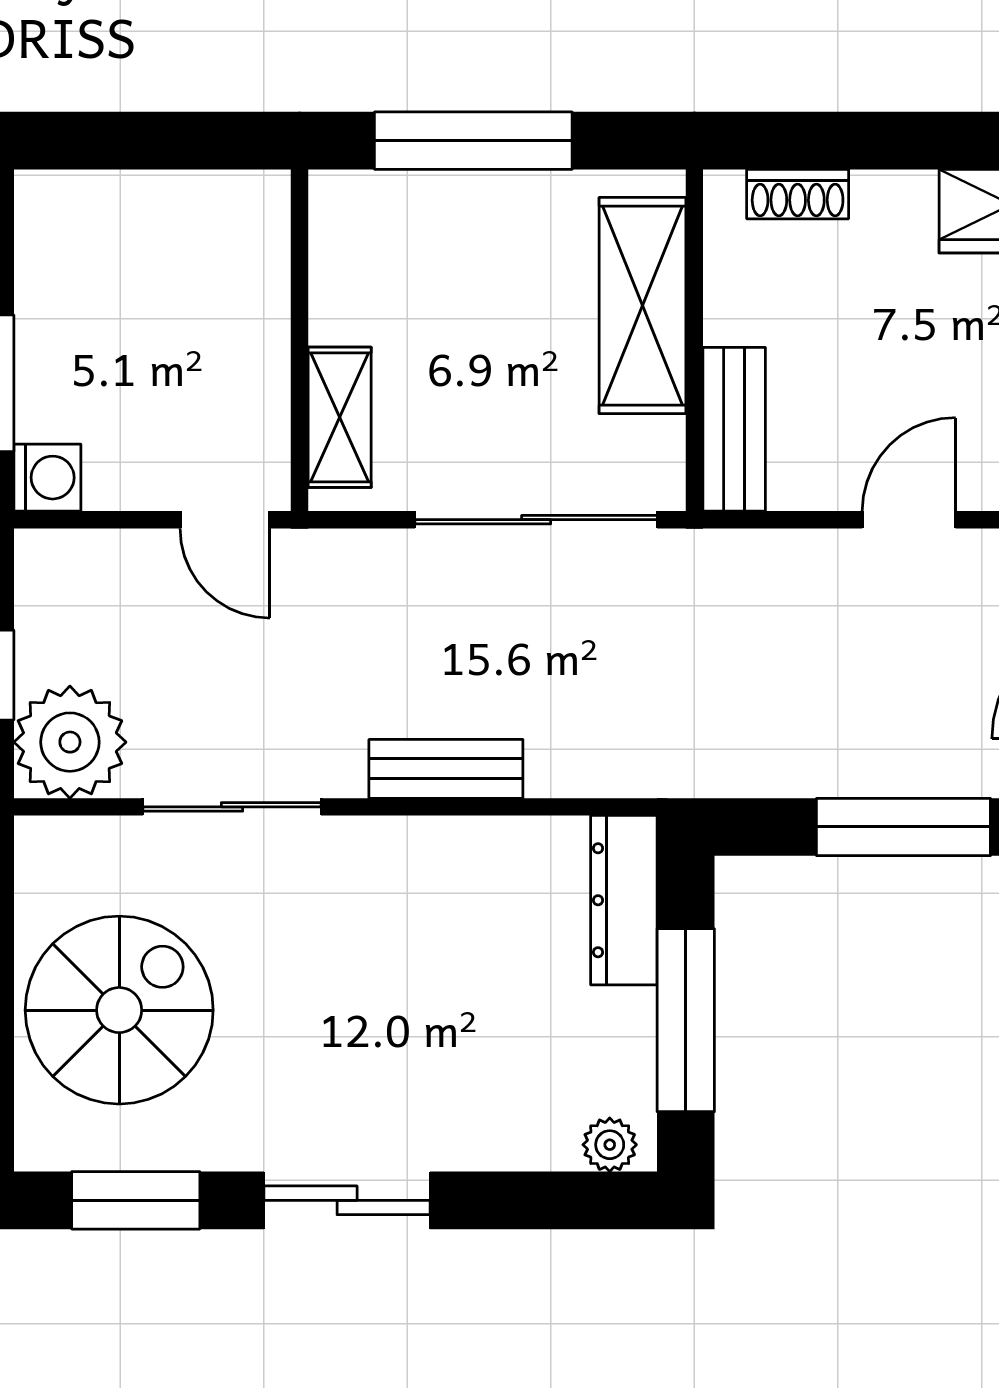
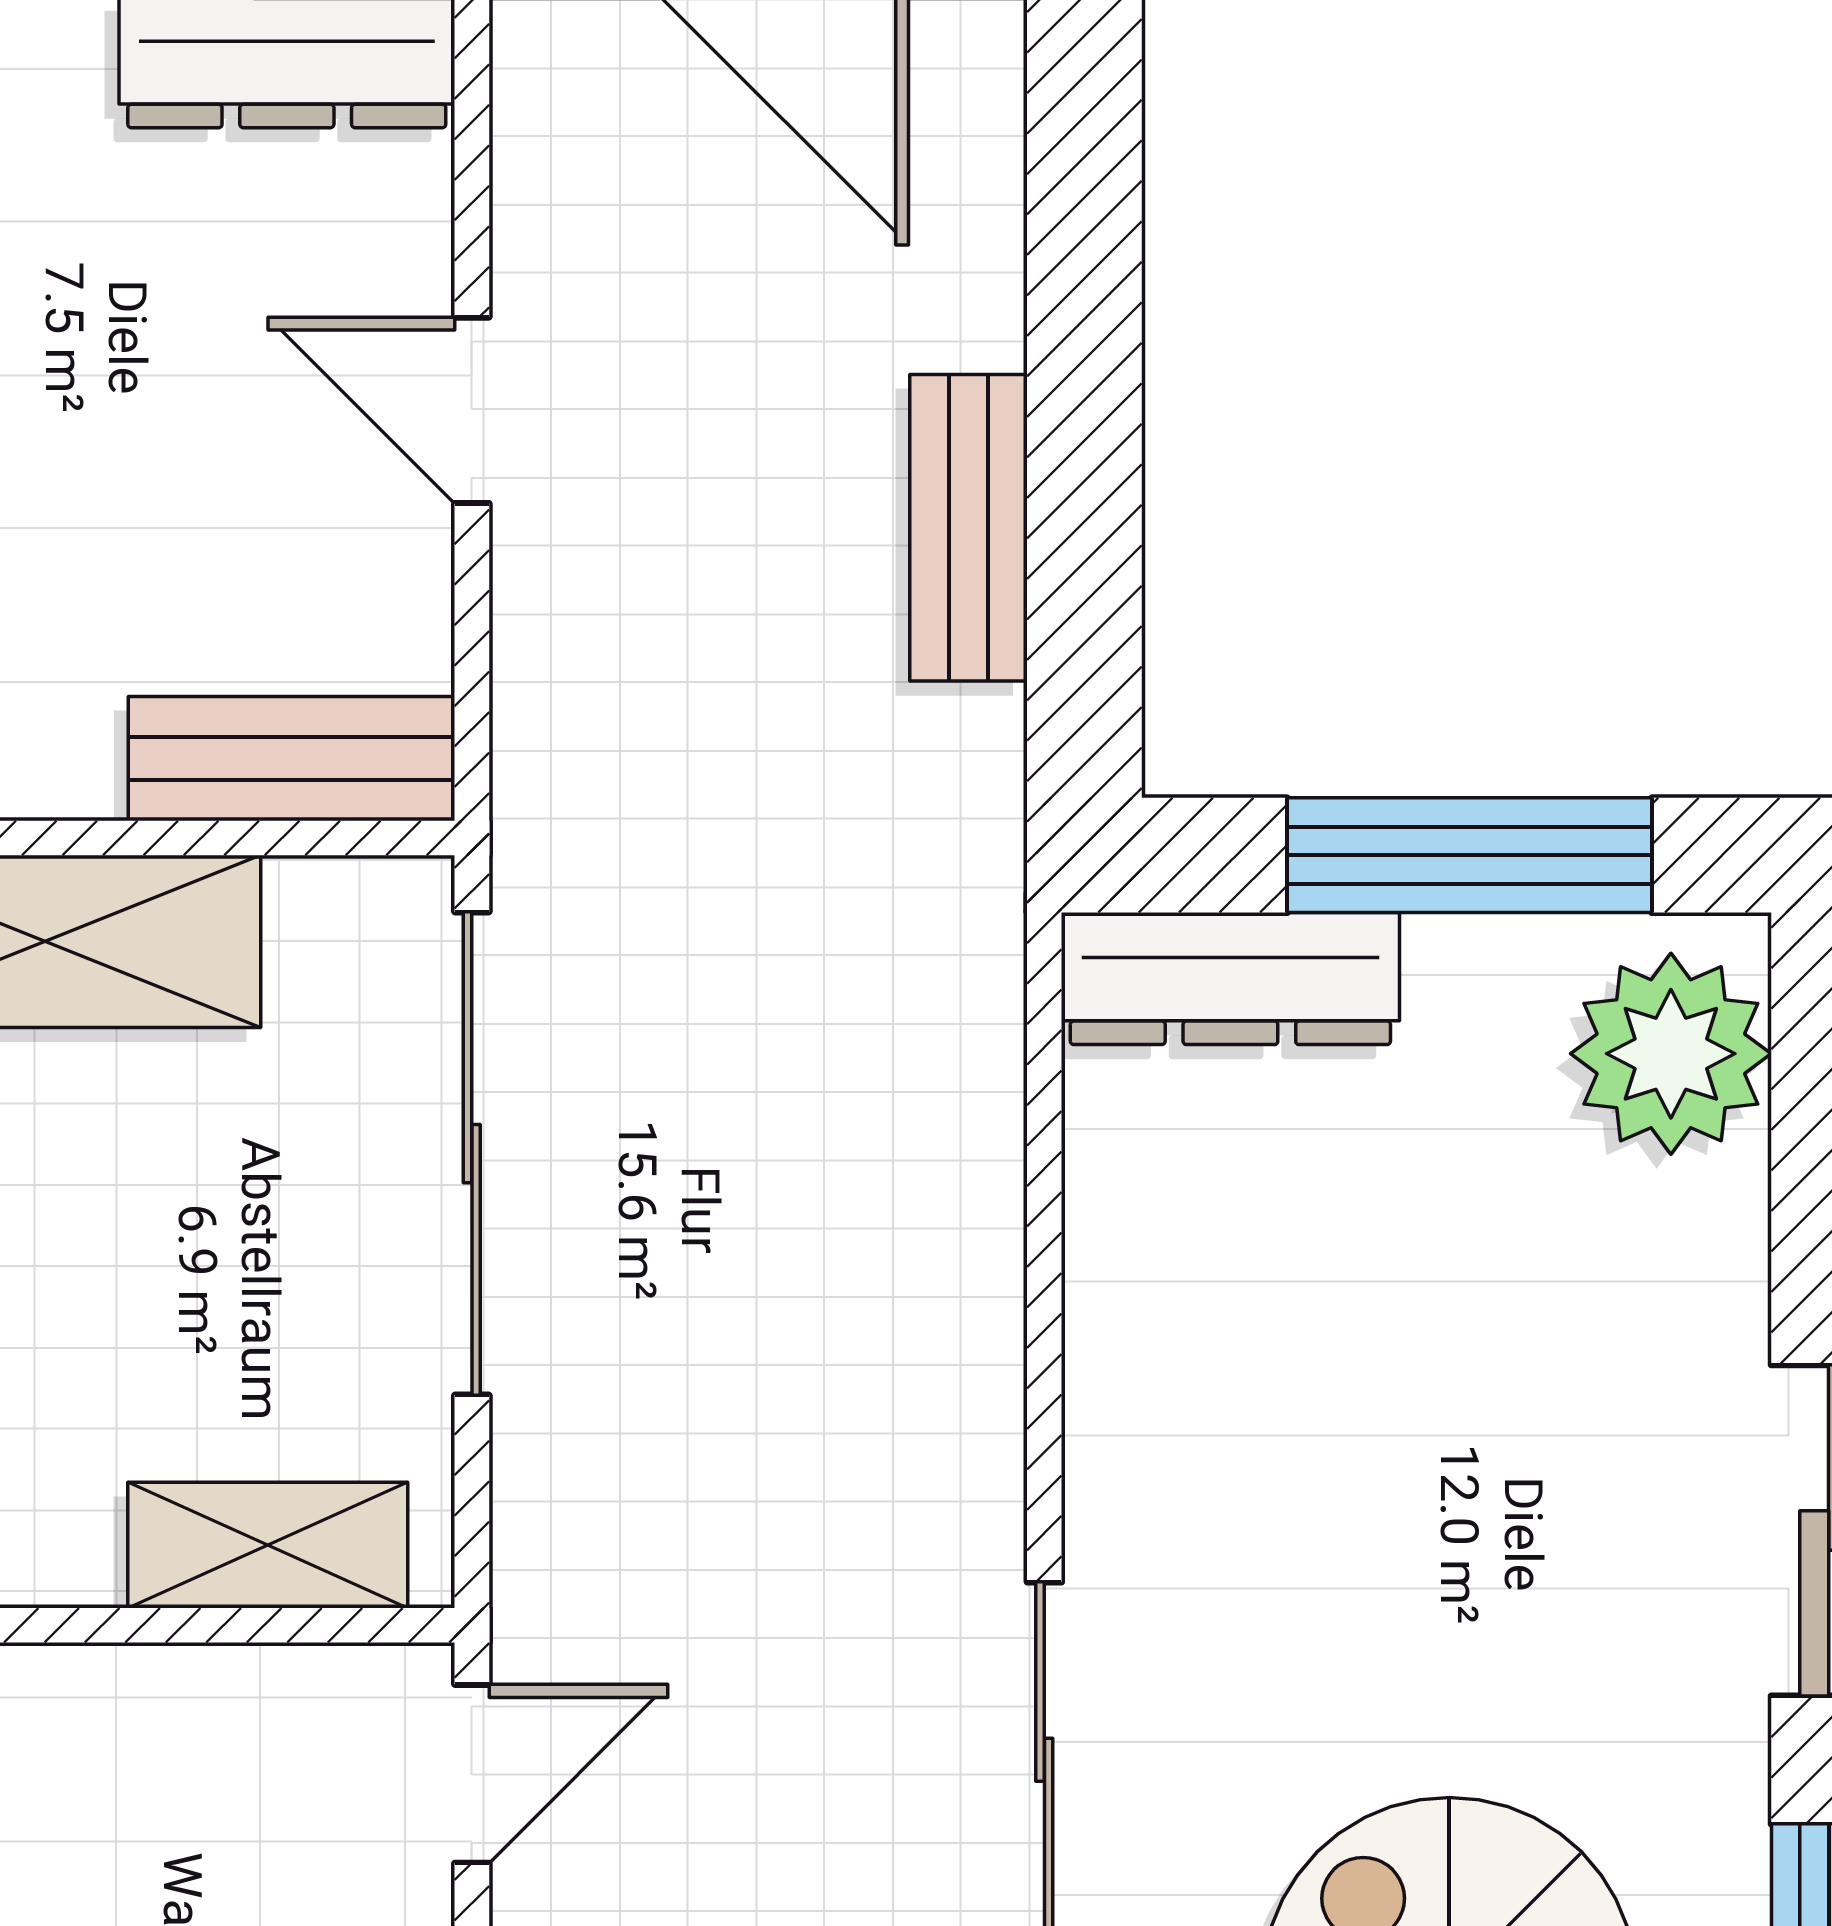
bench: (446, 769) -> (969, 528), moved
window: (903, 827) -> (1084, 421), removed
plant: (610, 1145) -> (1671, 1054), width x1.87, depth x1.87

